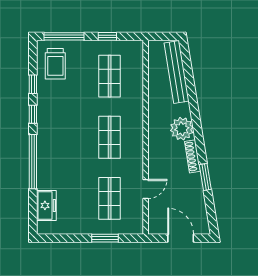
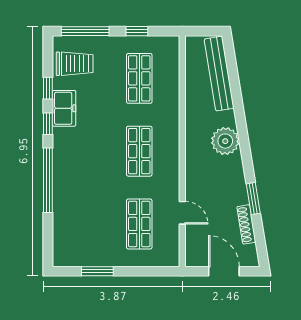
trolley: (55, 64) -> (75, 64), turned -90
shoe rack: (192, 156) -> (246, 224), moved
door: (146, 189) -> (182, 213), hinge flipped
freezer: (46, 205) -> (64, 108), moved
window: (105, 238) -> (97, 271), moved

